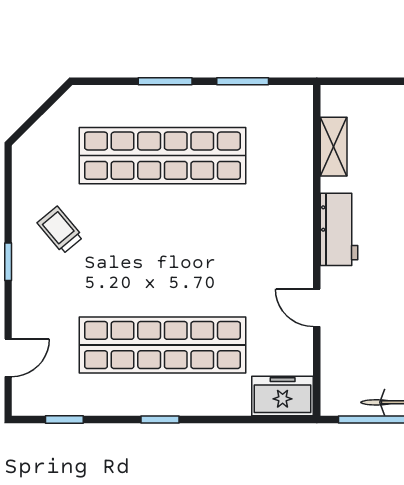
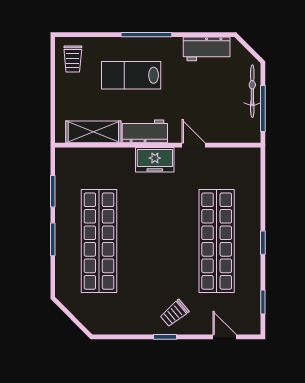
shelving: (334, 147) -> (93, 132), width x1.50, depth x1.33
trolley: (60, 230) -> (174, 313), moved
door: (317, 308) -> (194, 145), swing flipped
freezer: (283, 396) -> (155, 160), moved, turned -90

